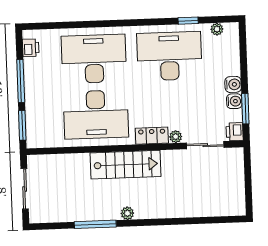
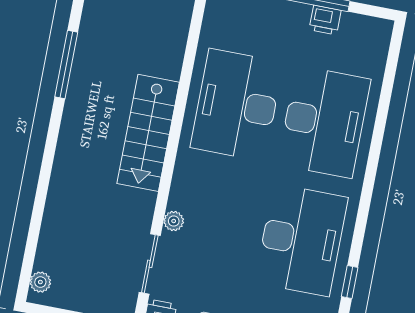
printer: (31, 48) -> (325, 20), moved
locker: (152, 136) -> (184, 184), removed
plant: (127, 213) -> (40, 282), moved

